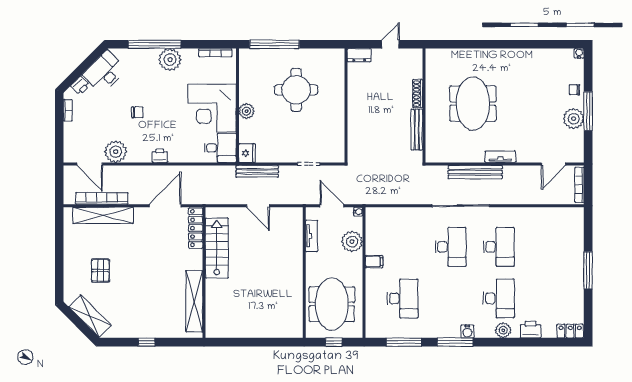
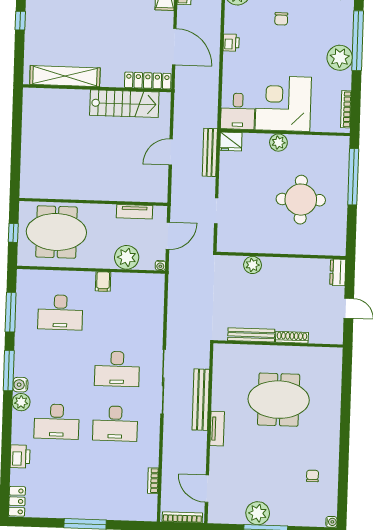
chair: (575, 90) -> (312, 476), moved
plant: (355, 130) -> (253, 265), added
bookcase: (548, 212) -> (153, 481), added
plant: (503, 330) -> (21, 402), moved

